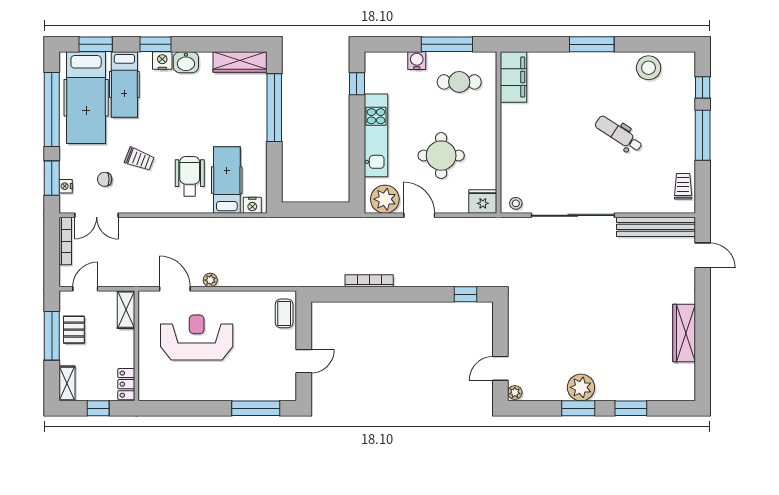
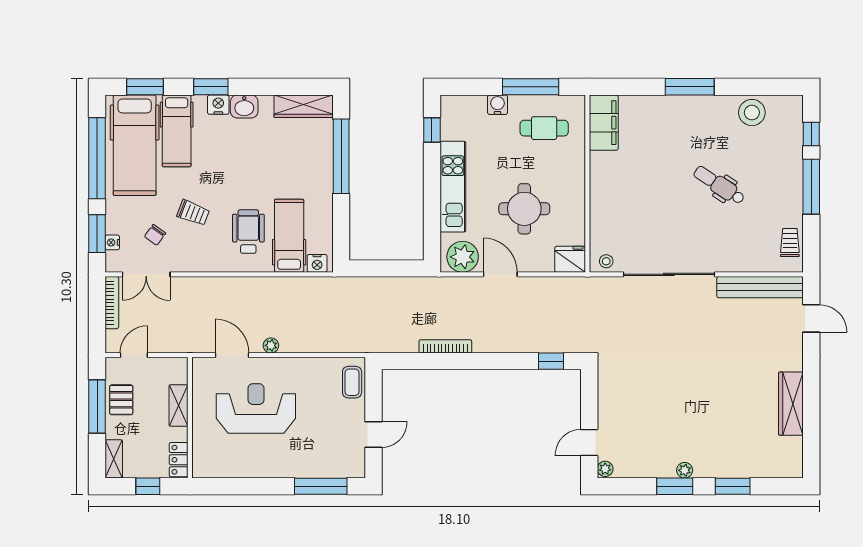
chair: (105, 179) -> (155, 235), turned -54
shelving: (126, 310) -> (178, 405), moved
plant: (581, 387) -> (685, 470), width x0.53, depth x0.53

